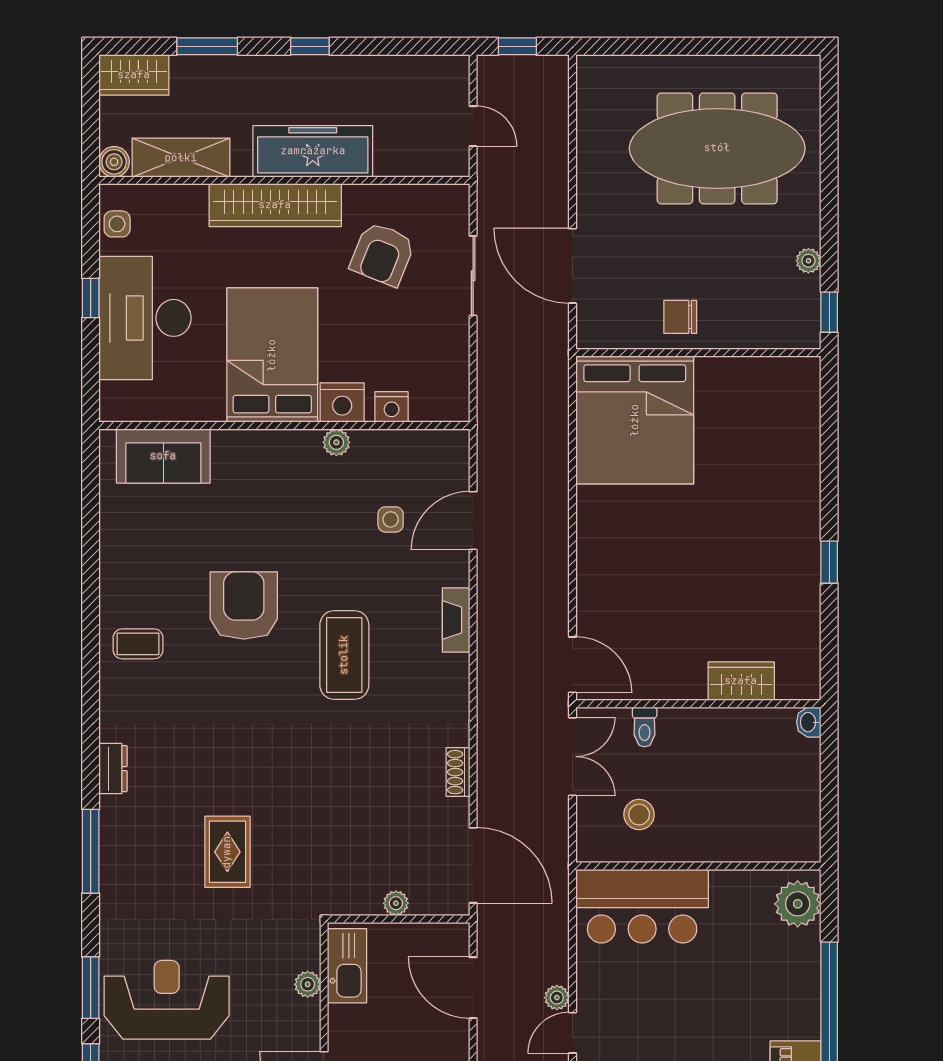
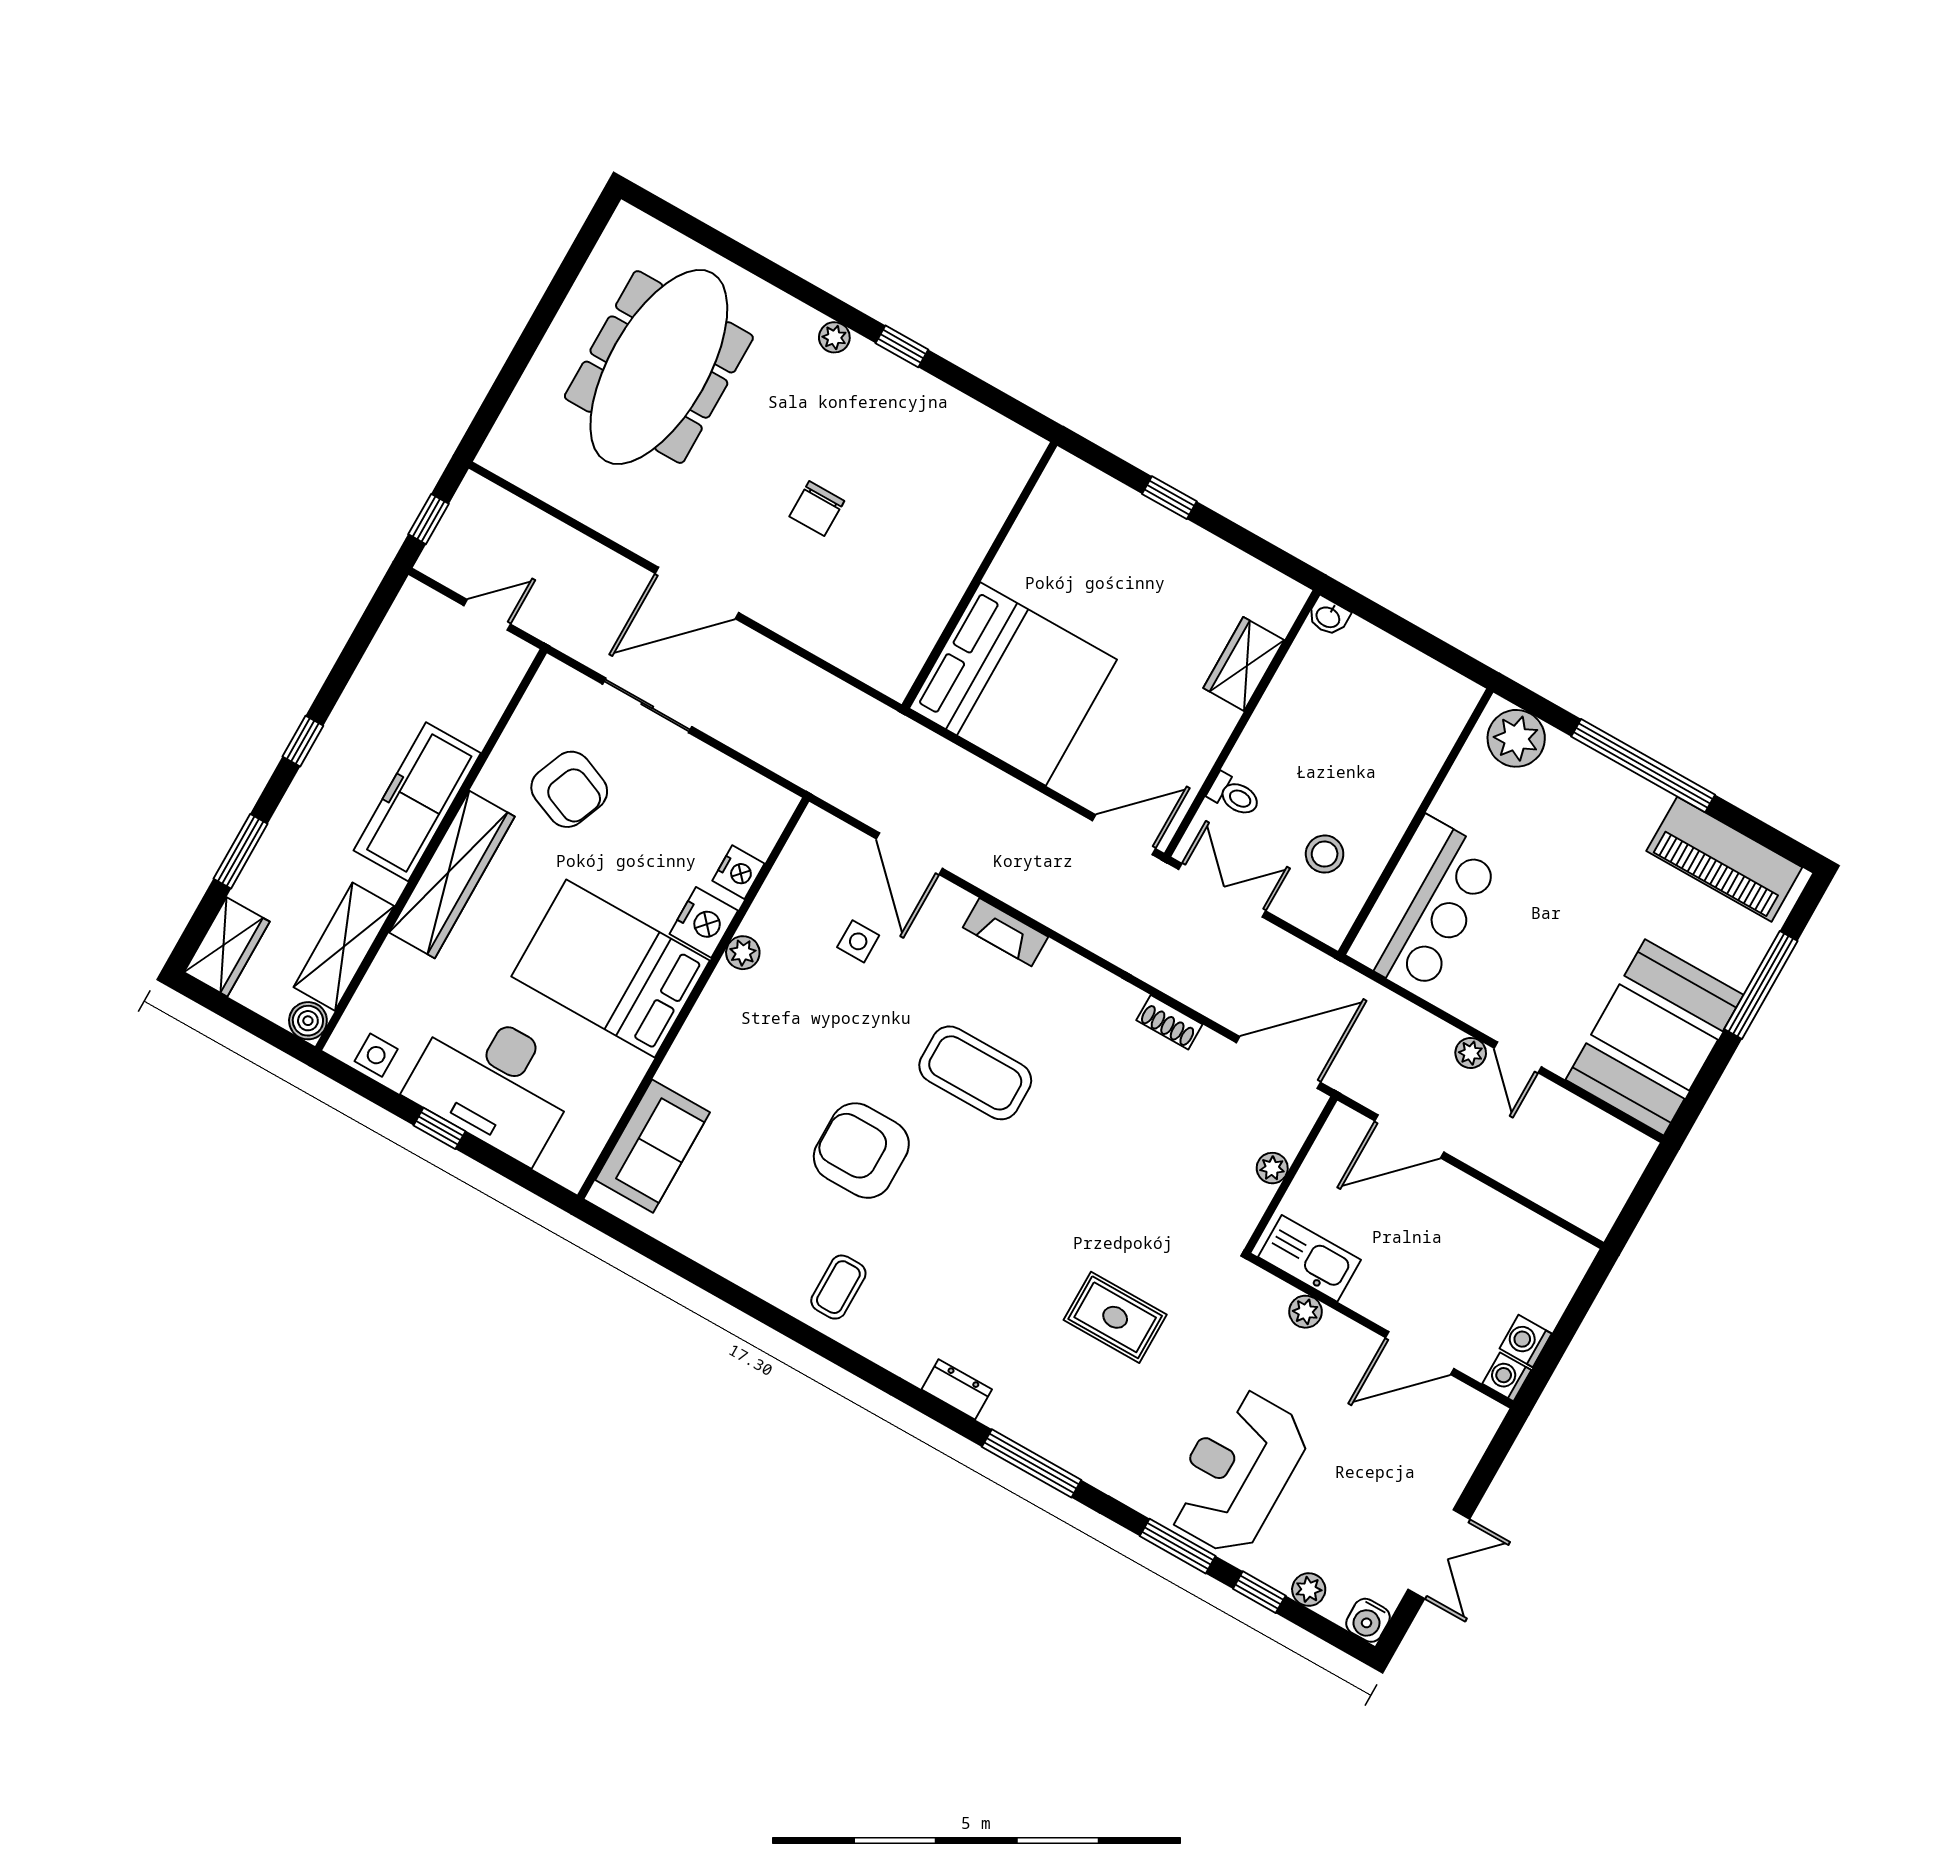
wall: (698, 353) -> (979, 575), moved
bed: (635, 420) -> (1013, 684), moved

